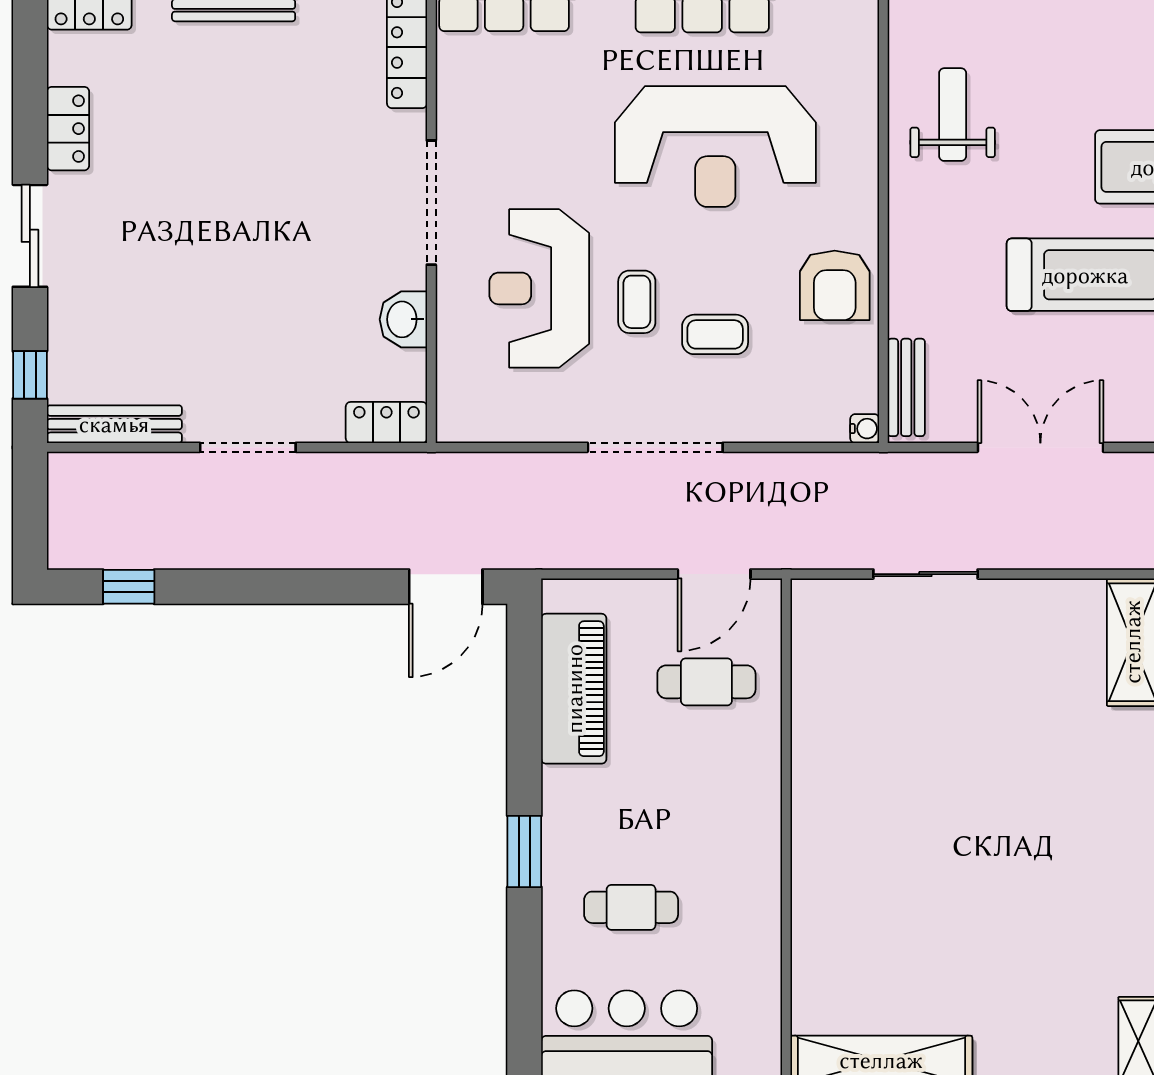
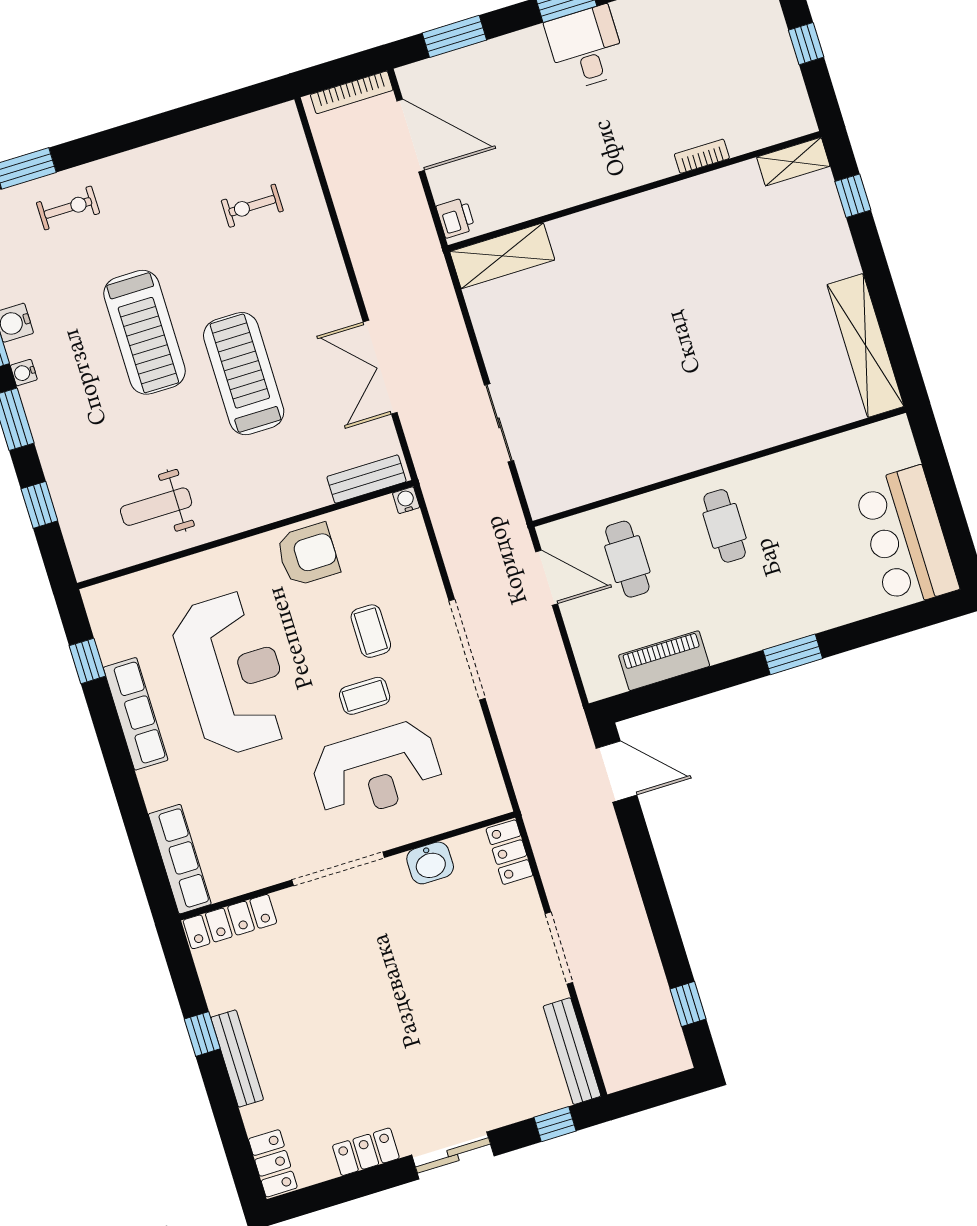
piano: (574, 689) -> (664, 661), width x0.73, depth x0.75
cafe table: (631, 907) -> (725, 526), moved

